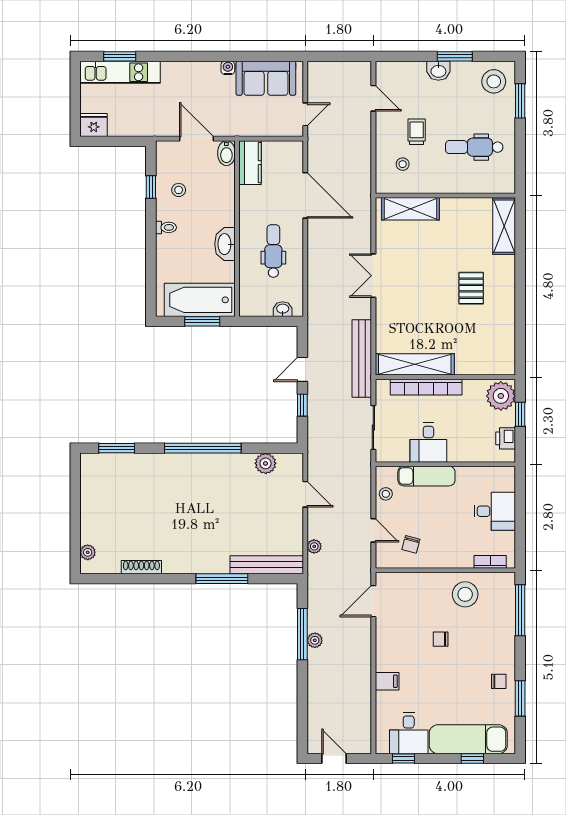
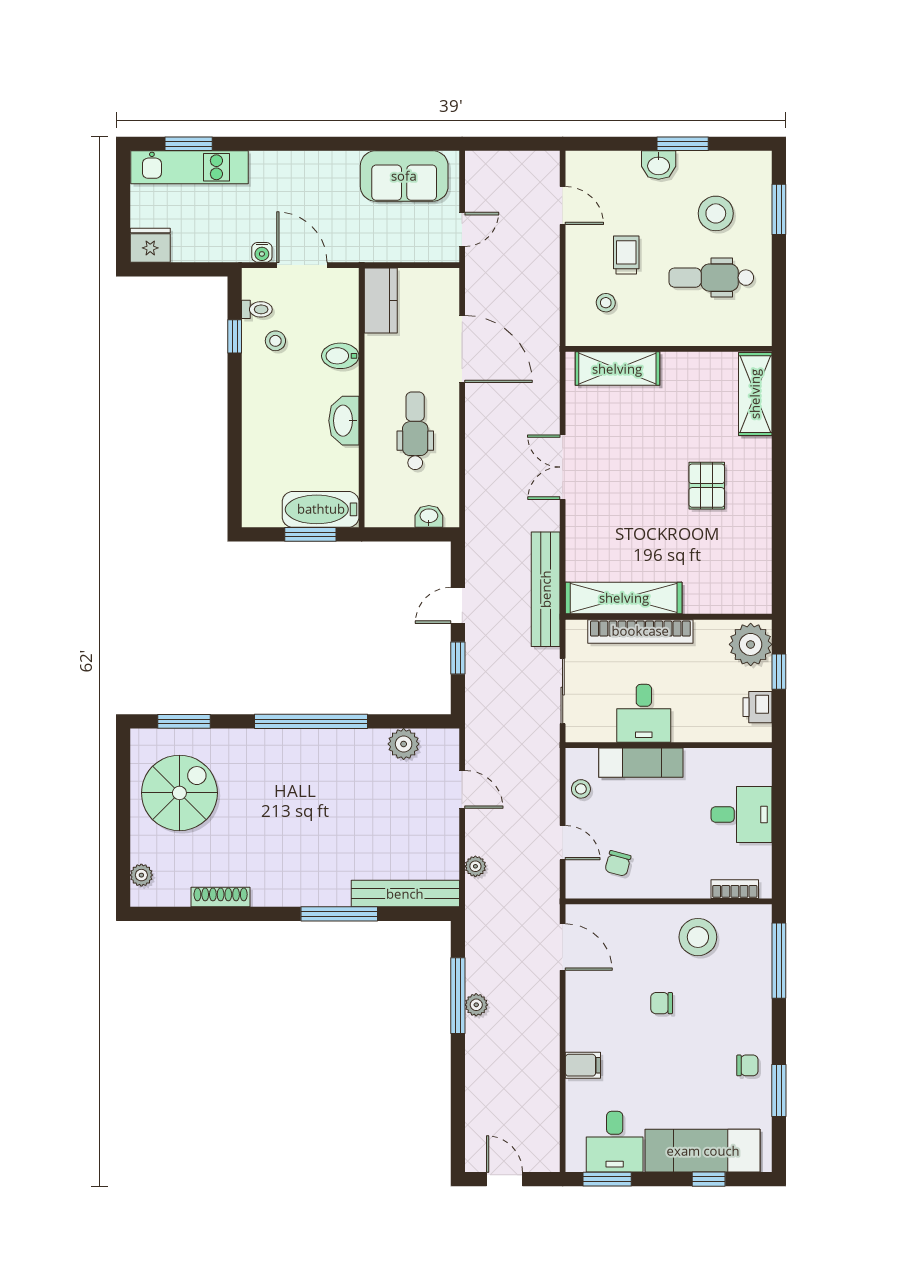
water cooler: (228, 68) -> (262, 252), moved, turned 180
stool: (494, 81) -> (716, 213), moved
bidet: (226, 153) -> (340, 356), moved, turned 90
toilet: (166, 227) -> (257, 309), moved
bathtub: (200, 300) -> (321, 509), width x0.73, depth x0.73
spiral stairs: (113, 497) -> (179, 793), added
door: (373, 601) -> (563, 947), swing flipped
window: (404, 758) -> (607, 1179), width x1.50

